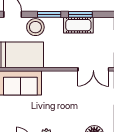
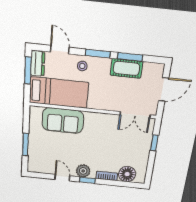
stool: (35, 27) -> (82, 66), width x0.53, depth x0.53

